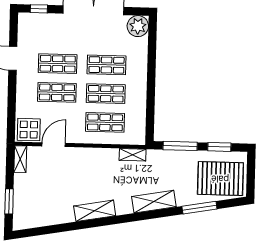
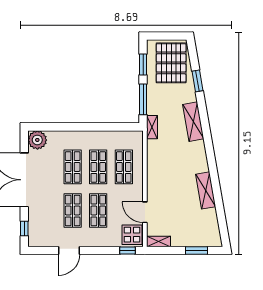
window: (11, 124) -> (127, 251), added
shelving: (133, 155) -> (152, 127), moved
window: (199, 208) -> (198, 81), width x0.69
shelving: (95, 211) -> (206, 190), moved

